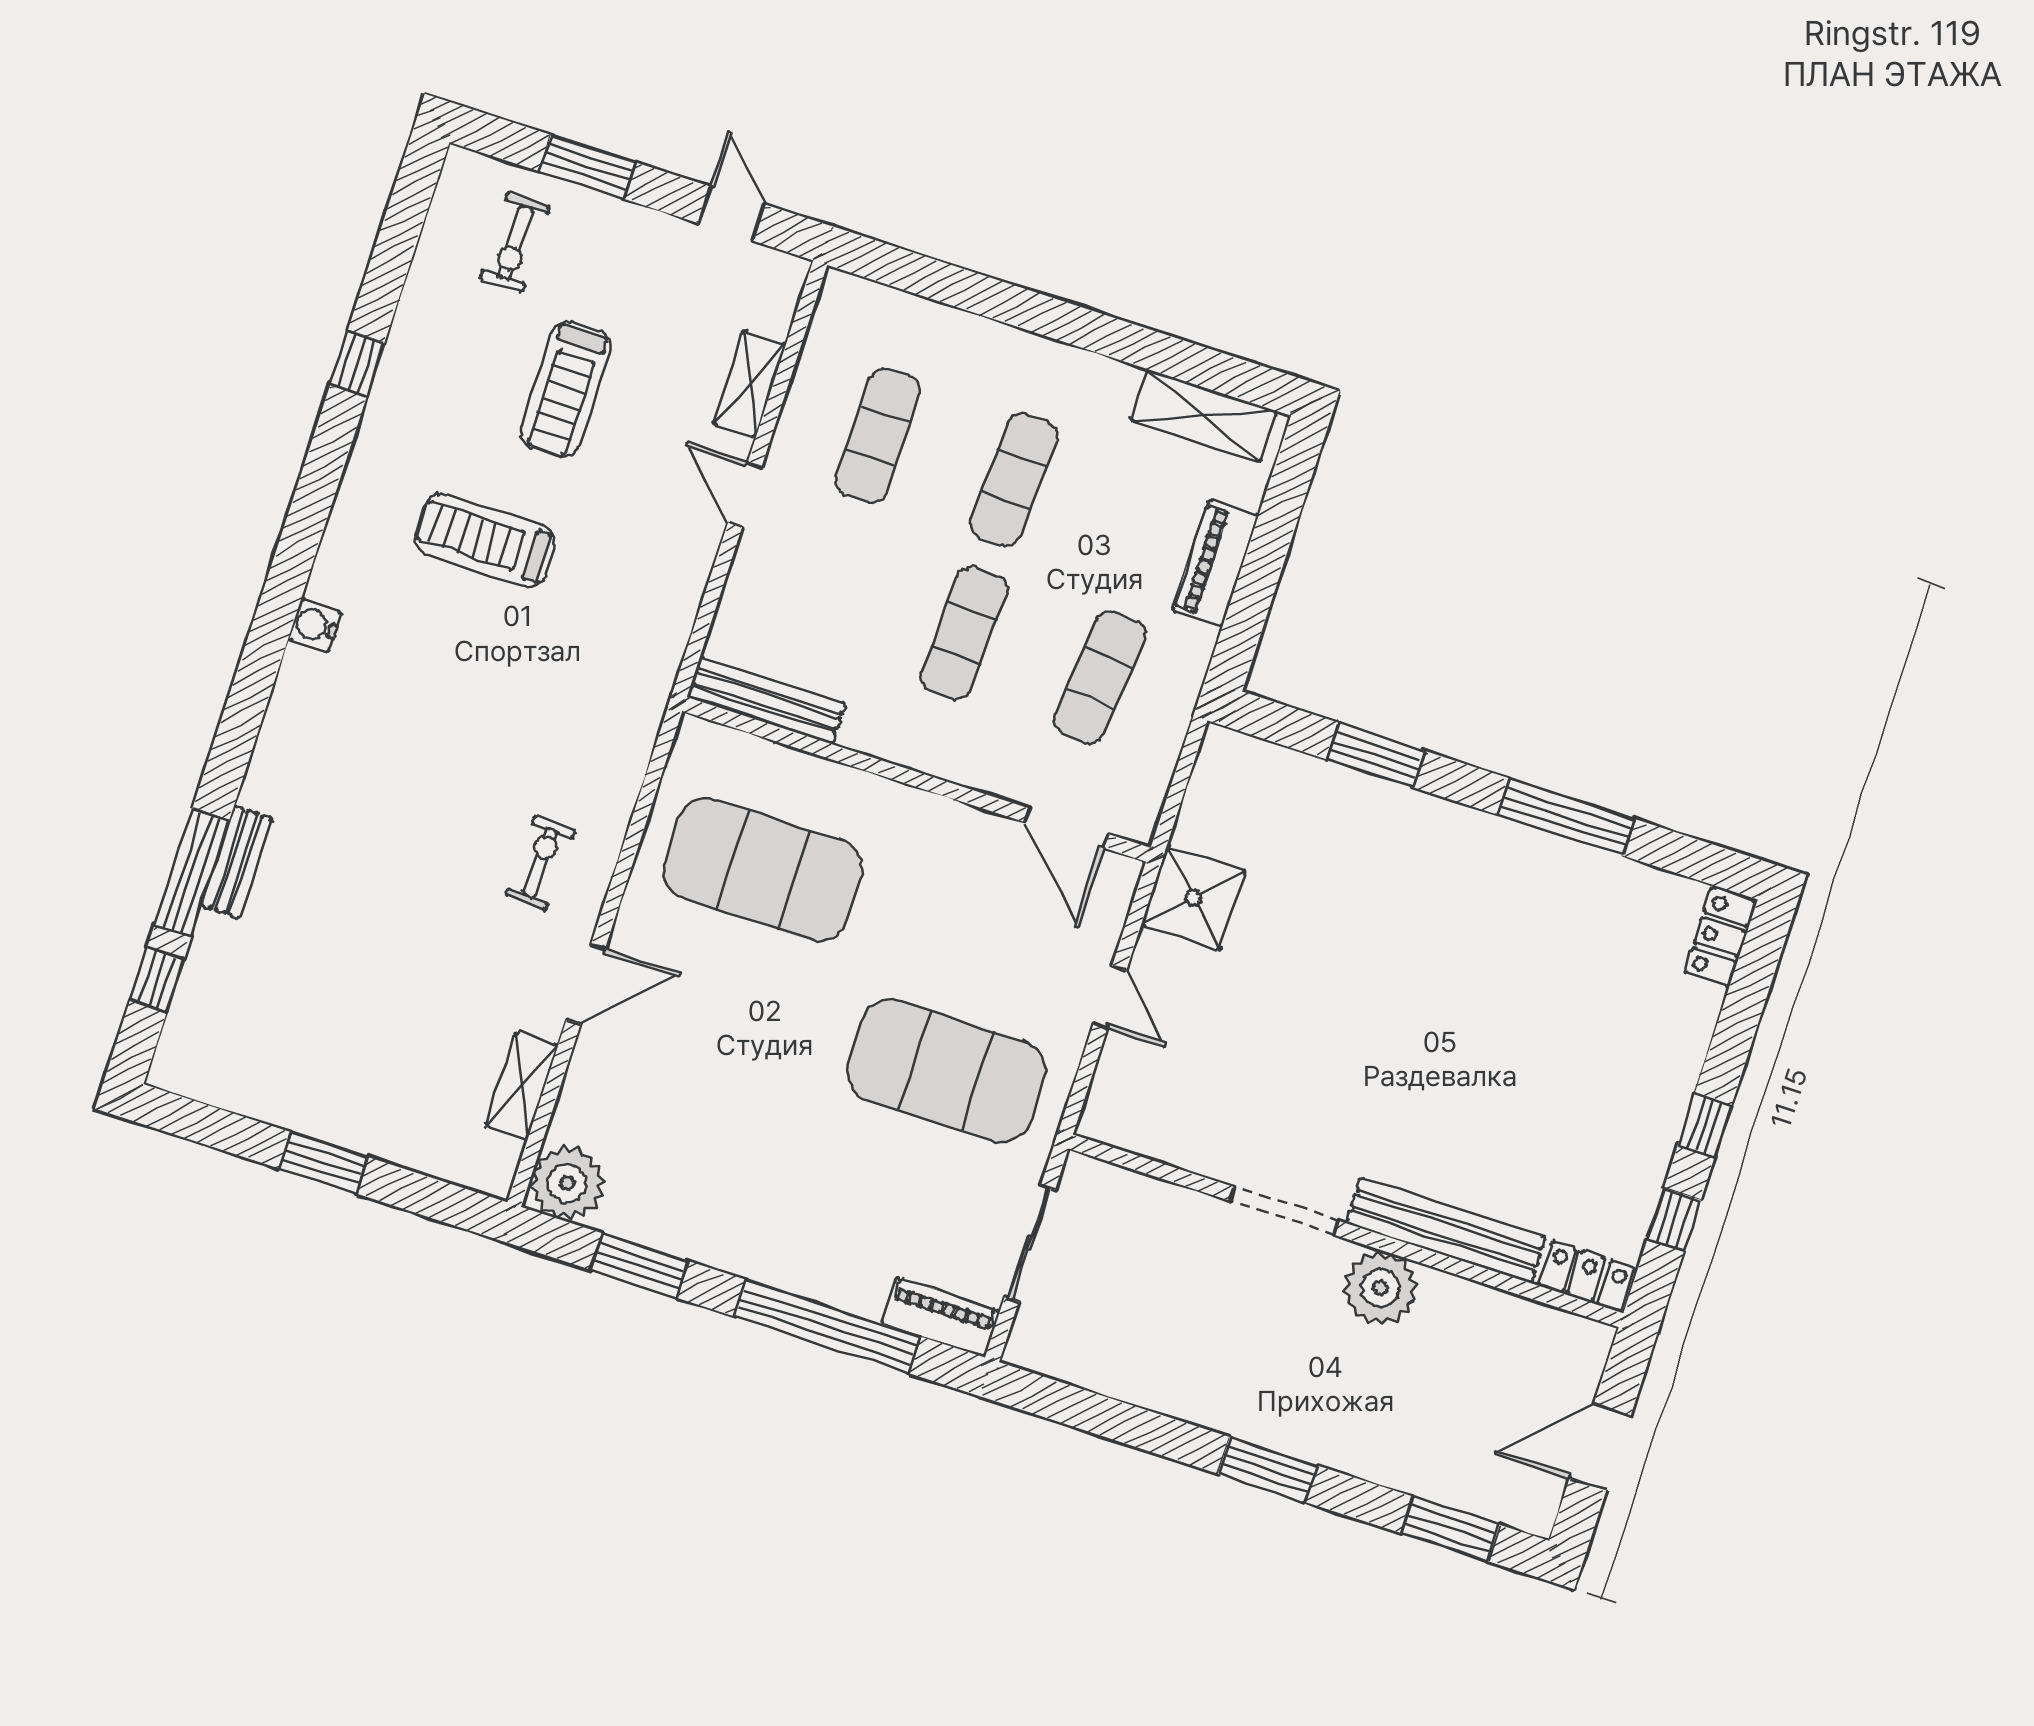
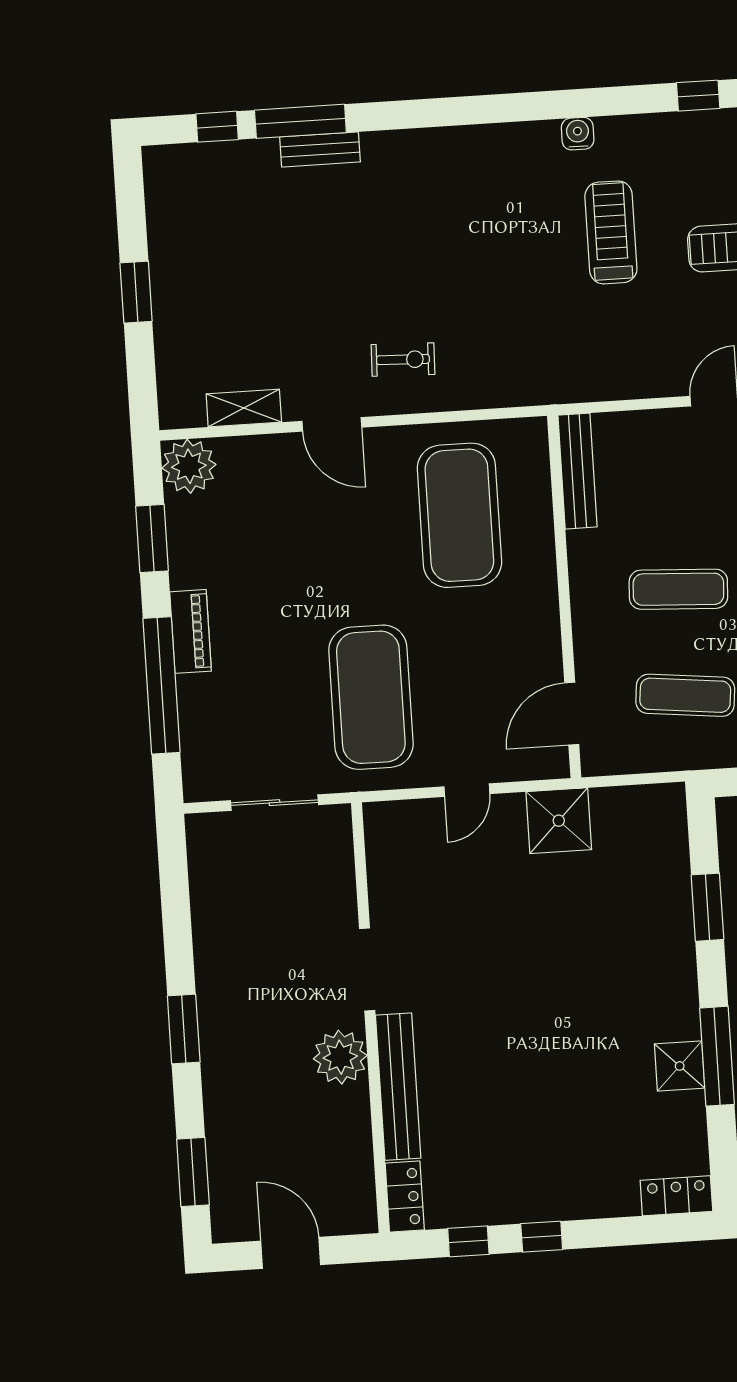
water cooler: (315, 626) -> (578, 134), moved
shower: (1560, 869) -> (680, 1066), added
piano: (941, 1317) -> (191, 631), moved

